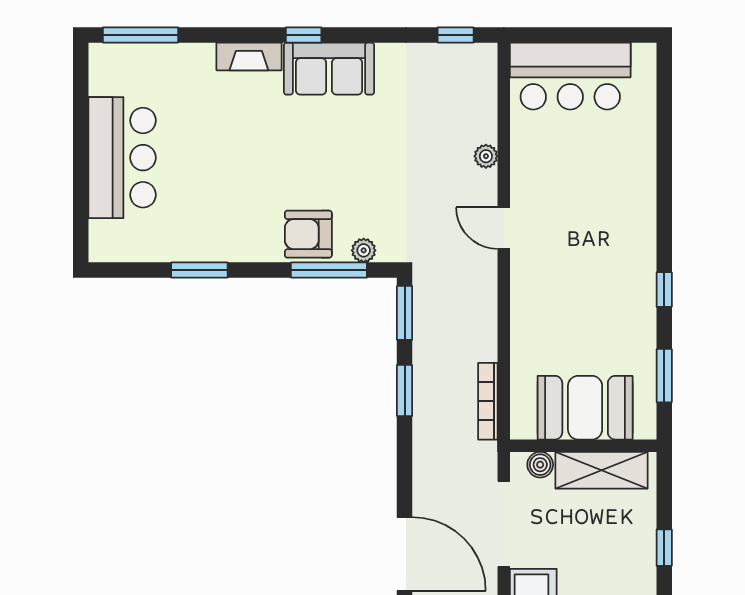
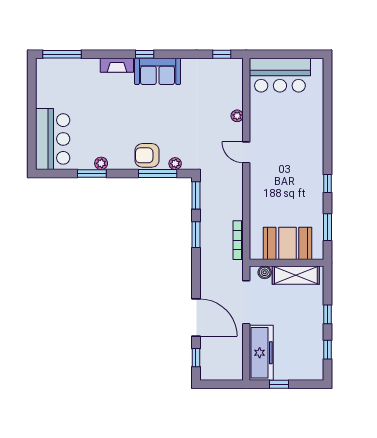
bar counter: (122, 158) -> (53, 139), moved
plant: (218, 250) -> (101, 163), added

